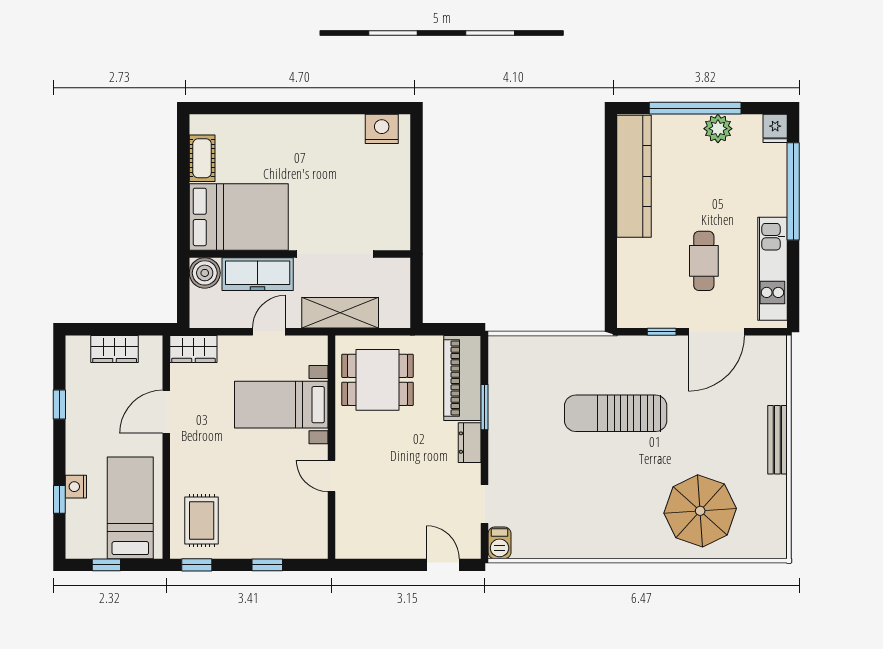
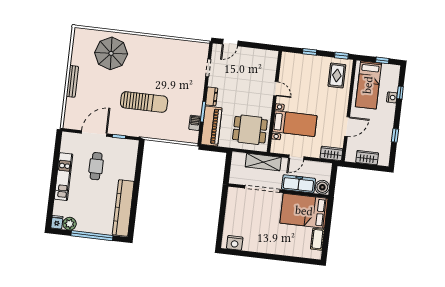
plant: (718, 129) -> (70, 224), moved
window: (793, 191) -> (52, 193), removed
kitchen unit: (772, 269) -> (63, 177), moved
barbecue: (500, 543) -> (195, 123), moved
door: (443, 565) -> (230, 43), hinge flipped

